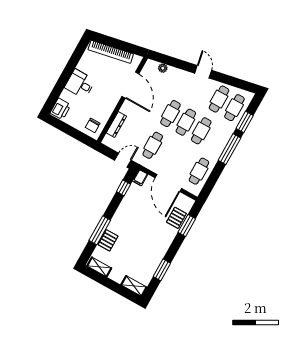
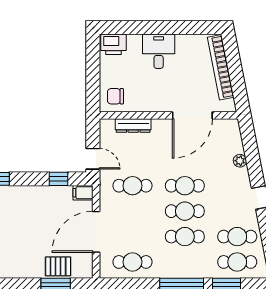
plant: (163, 68) -> (240, 161), moved

